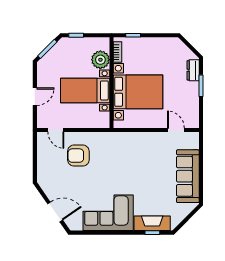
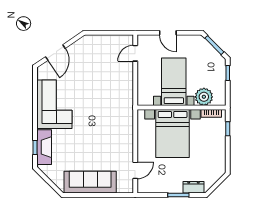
armchair: (78, 156) -> (110, 75), removed

